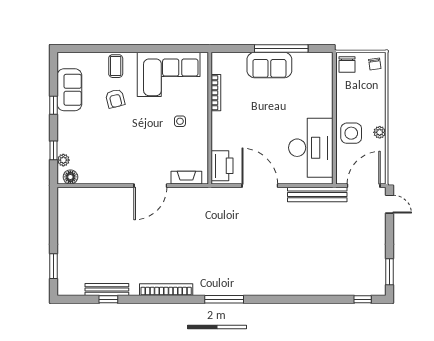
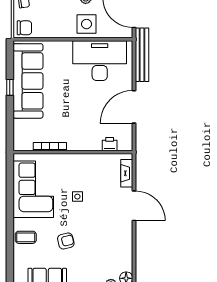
window: (281, 48) -> (10, 87), width x0.32
sofa: (269, 65) -> (28, 81), width x1.85, depth x1.27
armchair: (115, 99) -> (66, 241), moved
side table: (180, 121) -> (77, 197), moved
printer: (222, 166) -> (110, 144), width x0.53, depth x0.68

